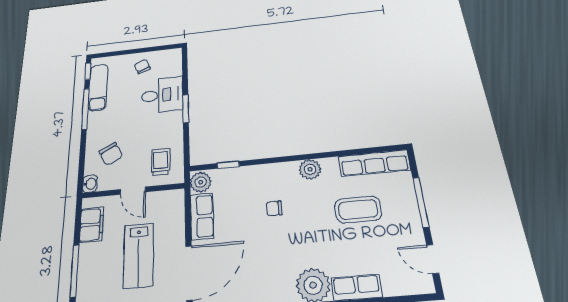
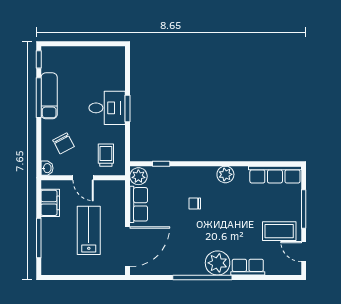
chair: (142, 67) -> (89, 61), removed
exam couch: (98, 87) -> (49, 96), moved
desk: (162, 95) -> (107, 108), moved
coffee table: (358, 210) -> (279, 231), moved
lab bench: (139, 255) -> (89, 230), turned 180

